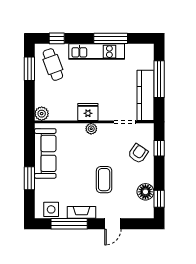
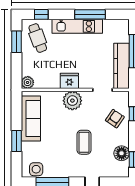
plant: (91, 129) -> (72, 101), width x1.88, depth x1.88
fireplace: (82, 212) -> (64, 172), removed

